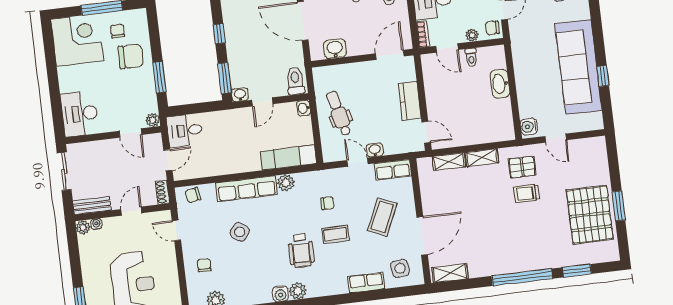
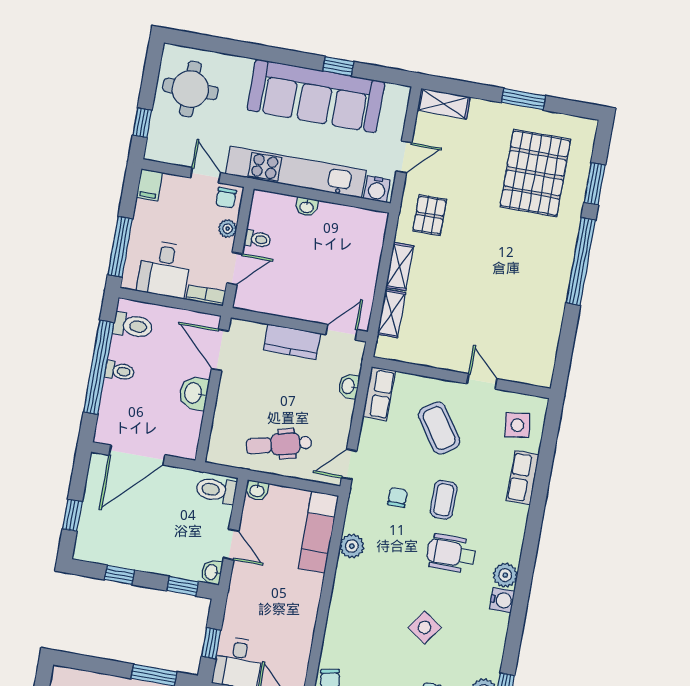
washbasin: (335, 49) -> (194, 393), moved
kitchen unit: (524, 69) -> (296, 172), added
window: (225, 78) -> (183, 586), width x0.67
washbasin: (500, 84) -> (307, 207), width x0.52, depth x0.69
window: (192, 109) -> (211, 643), added
washbasin: (375, 150) -> (349, 386), moved
door: (358, 162) -> (349, 464), moved
row of seats: (246, 189) -> (344, 603), removed
trolley: (527, 193) -> (468, 220), removed
pallet: (590, 215) -> (535, 173), moved, turned 90
coffee table: (382, 217) -> (439, 428), turned 32
side table: (240, 232) -> (425, 627), moved
door: (422, 236) -> (482, 381), width x0.53
wheelchair: (301, 250) -> (451, 553), turned 180
shelving: (450, 273) -> (444, 104), moved, turned 90

